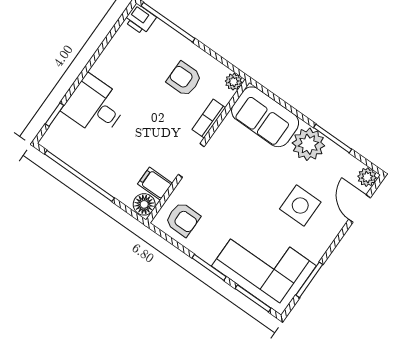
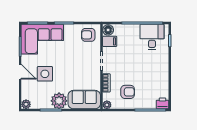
desk: (95, 106) -> (152, 37), moved, turned -90
door: (360, 209) -> (20, 72), moved

